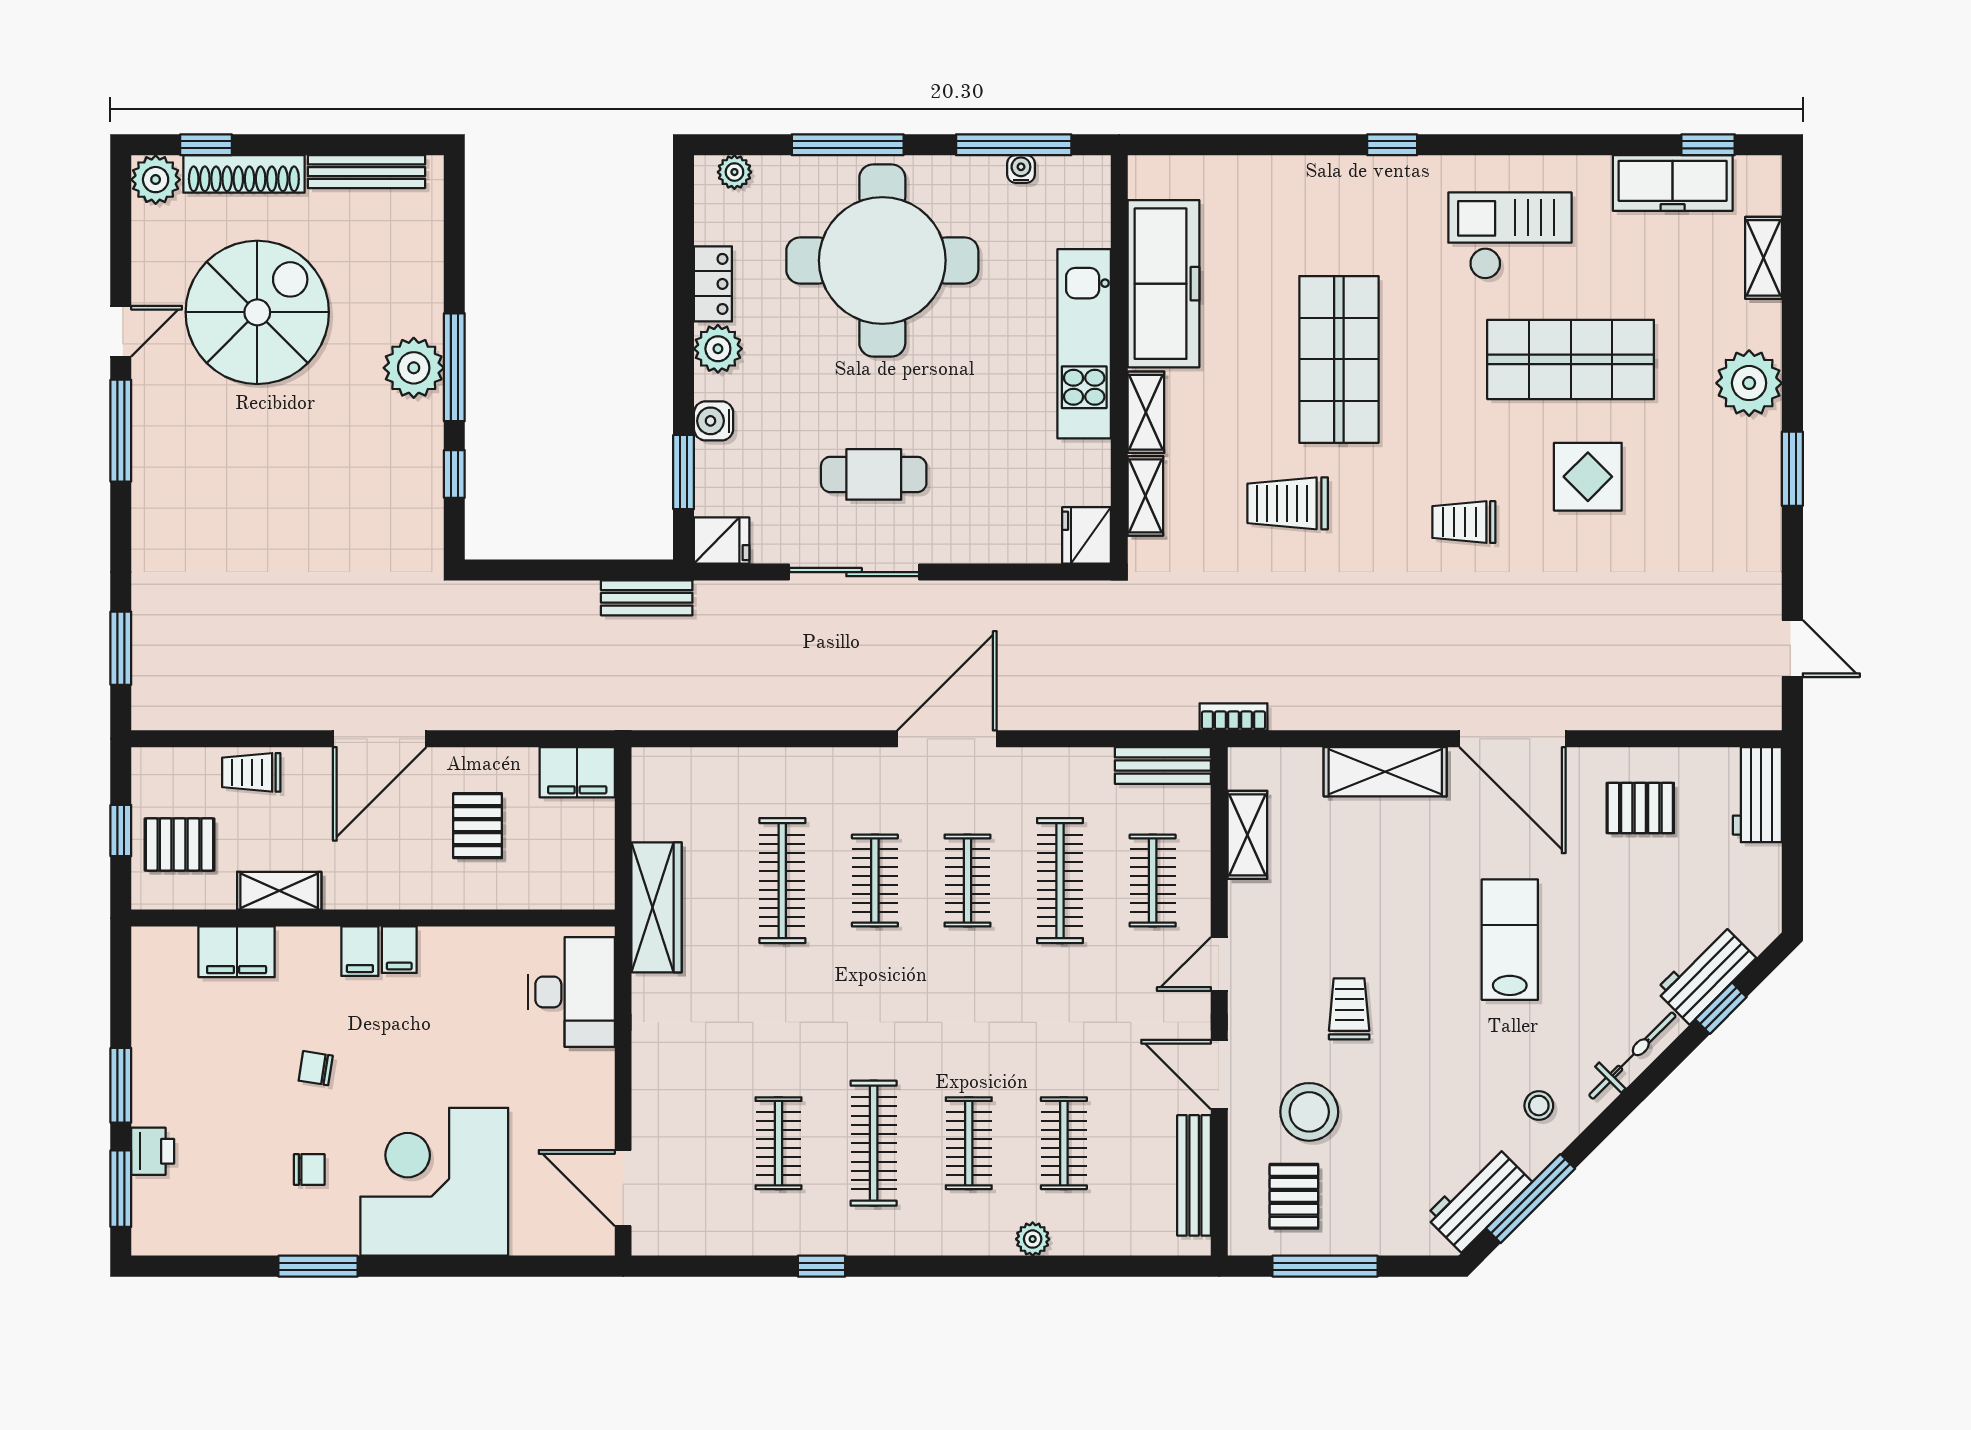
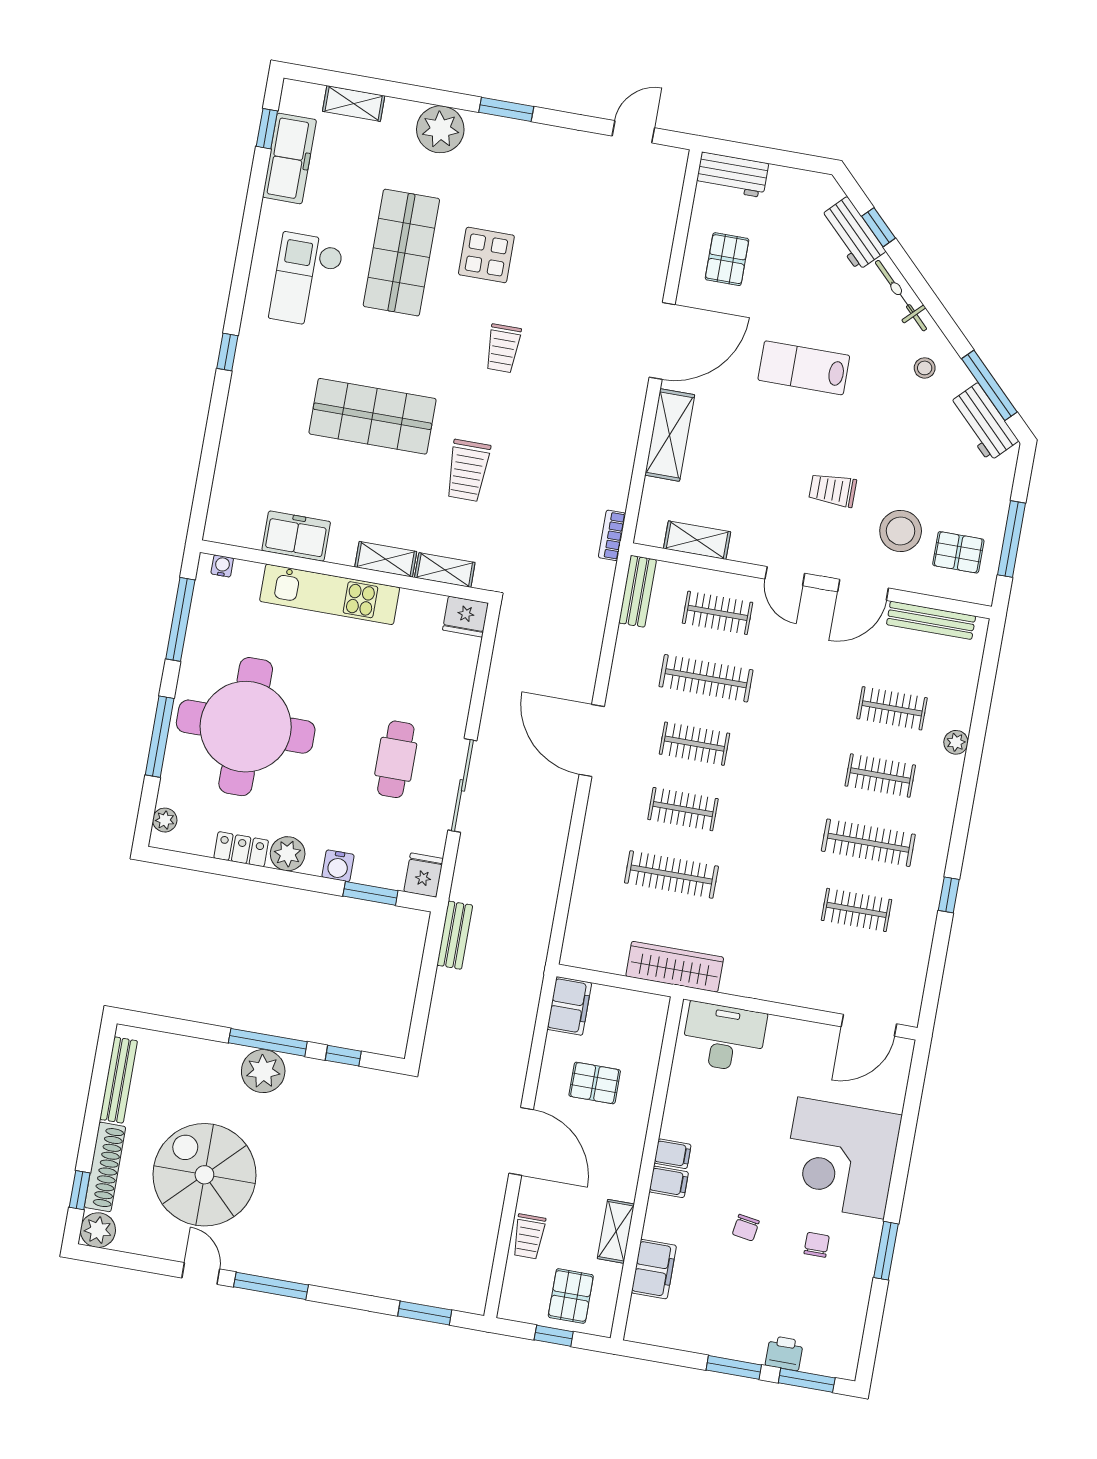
water cooler: (1021, 169) -> (222, 566), moved, turned 90
freezer: (1163, 284) -> (296, 536), width x0.52, depth x0.79

